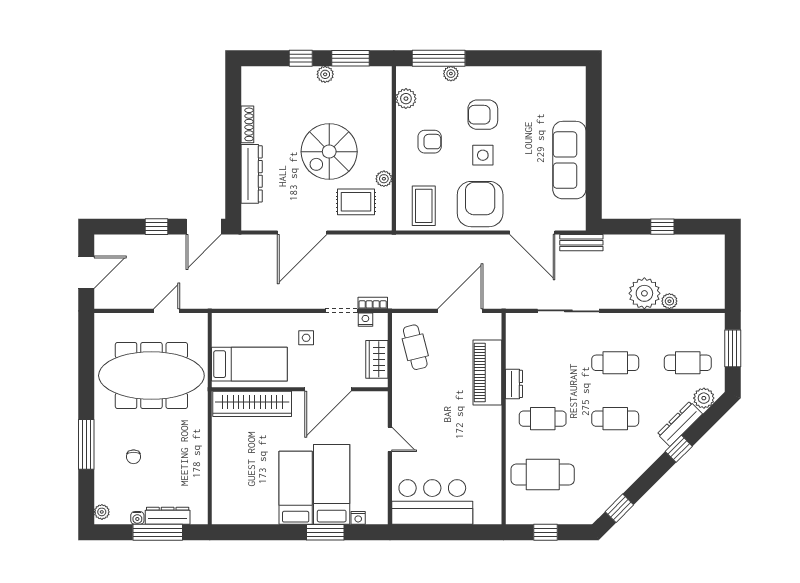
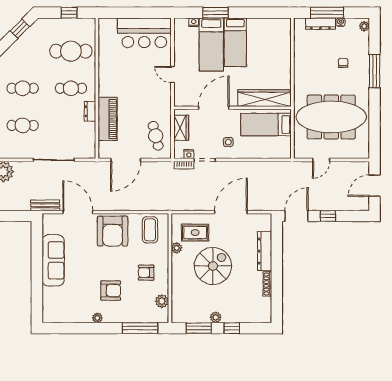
plant: (451, 74) -> (97, 318), moved
side table: (483, 155) -> (111, 264), removed

